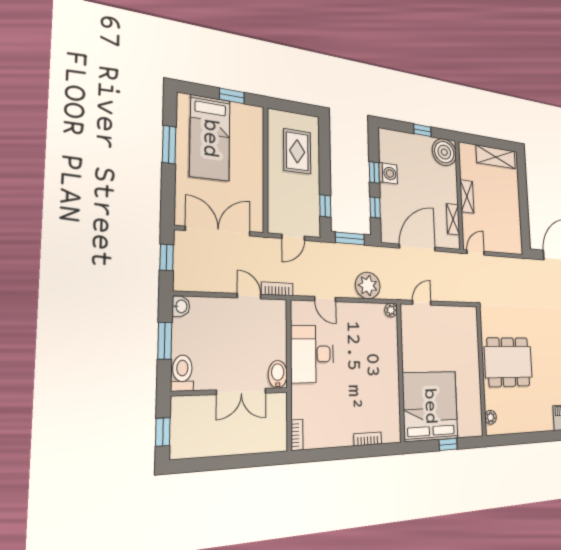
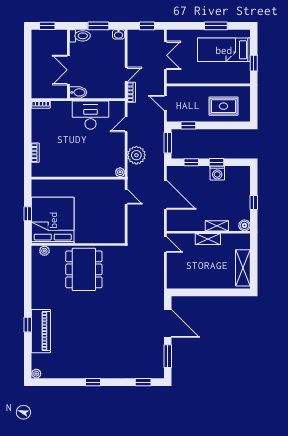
boiler: (444, 152) -> (245, 225), width x0.54, depth x0.54
shelving: (453, 219) -> (217, 226), moved
double door: (218, 231) -> (165, 55), width x0.73
bed: (430, 406) -> (53, 220), moved, turned -90

